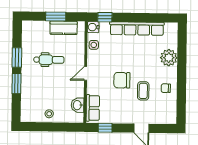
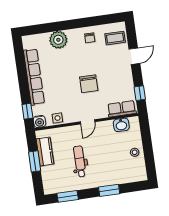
window: (17, 58) -> (68, 196), moved
door: (86, 73) -> (88, 122), hinge flipped
coffee table: (143, 91) -> (115, 38), moved

